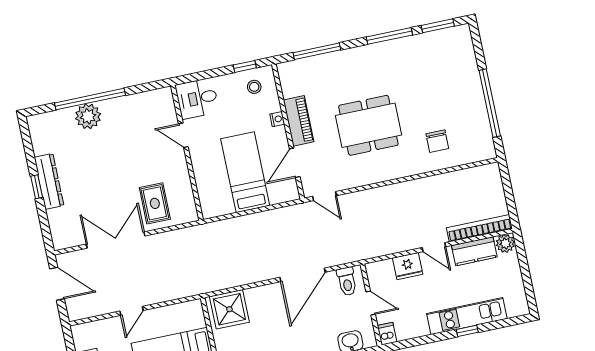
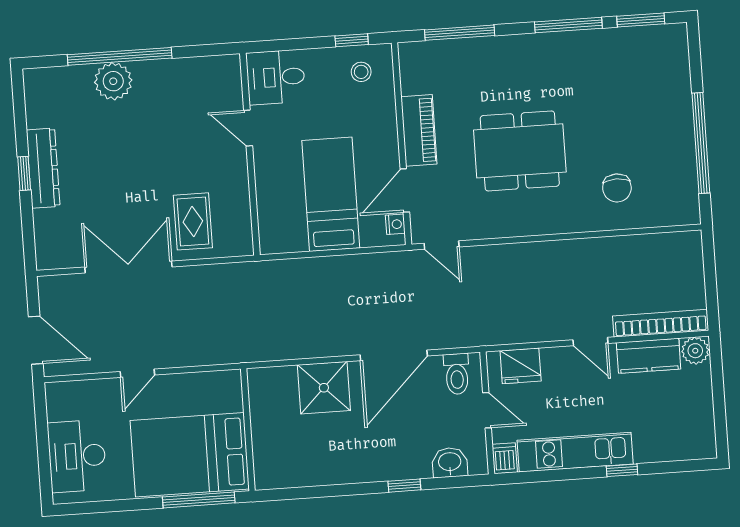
nightstand: (277, 119) -> (395, 224), moved
fridge: (408, 266) -> (521, 366), moved
door: (57, 284) -> (36, 340), moved
shower: (229, 309) -> (324, 388), moved
kitchen unit: (467, 316) -> (575, 452), moved

